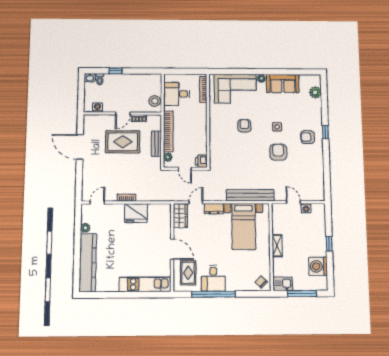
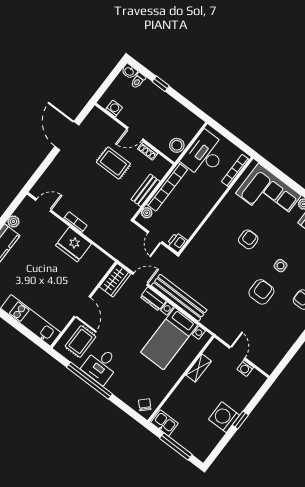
desk: (177, 94) -> (205, 155), width x1.37
rug: (123, 142) -> (113, 163), width x0.73, depth x0.70
bench: (250, 195) -> (179, 298), moved
shelving: (277, 246) -> (199, 368), moved
washing machine: (318, 266) -> (224, 417), moved

